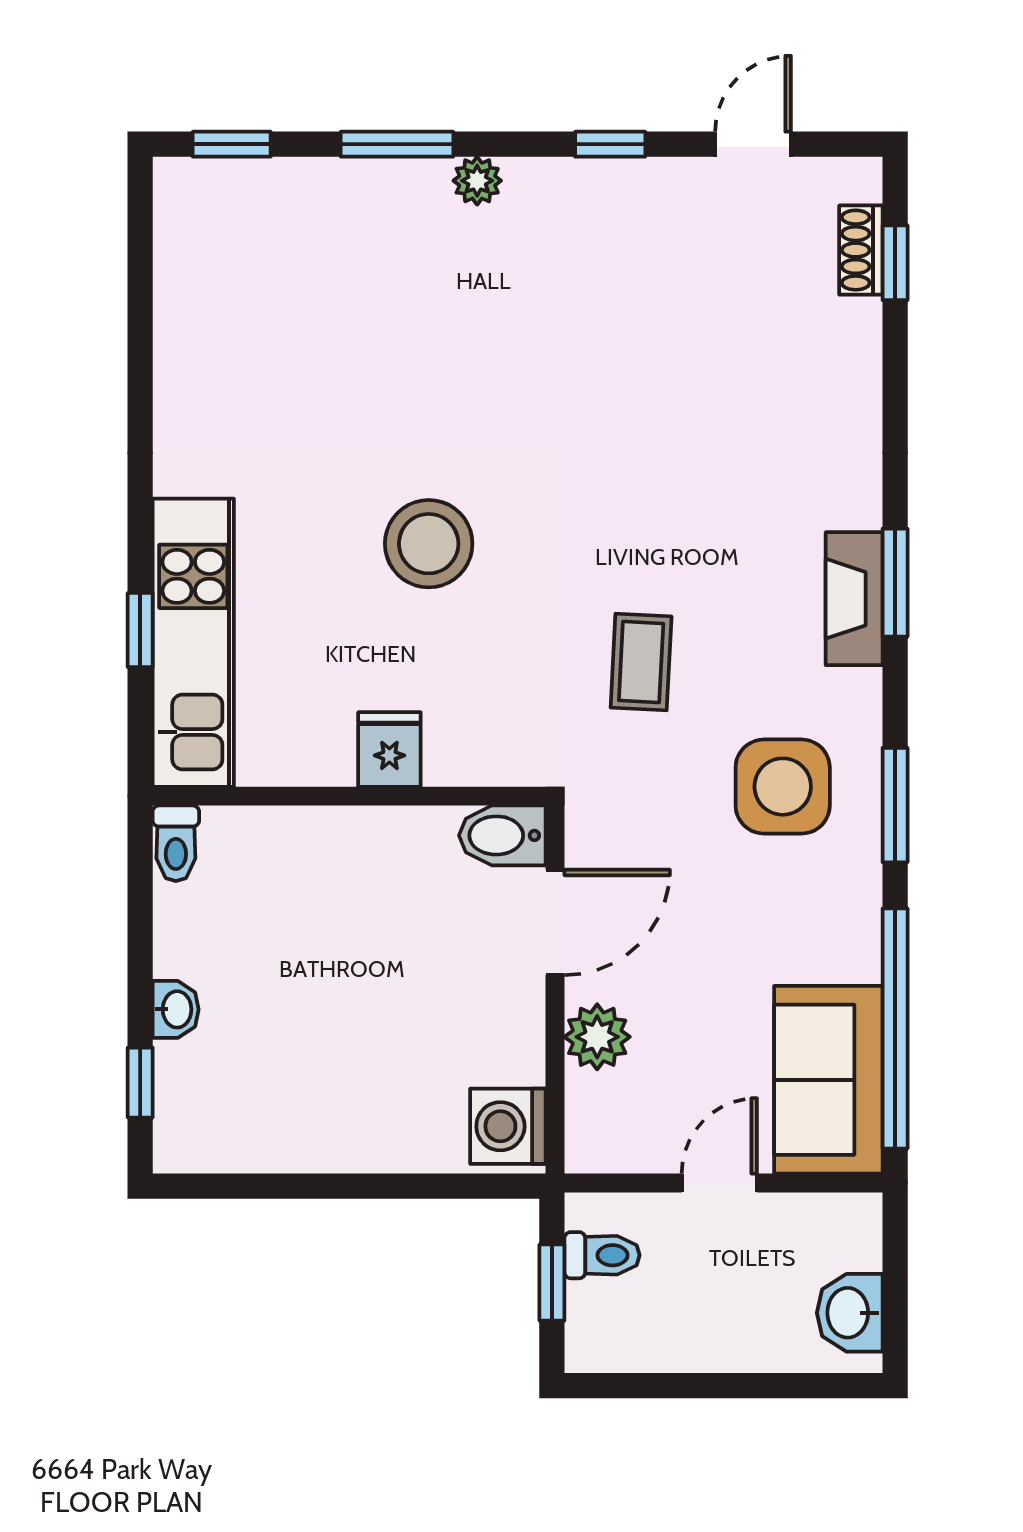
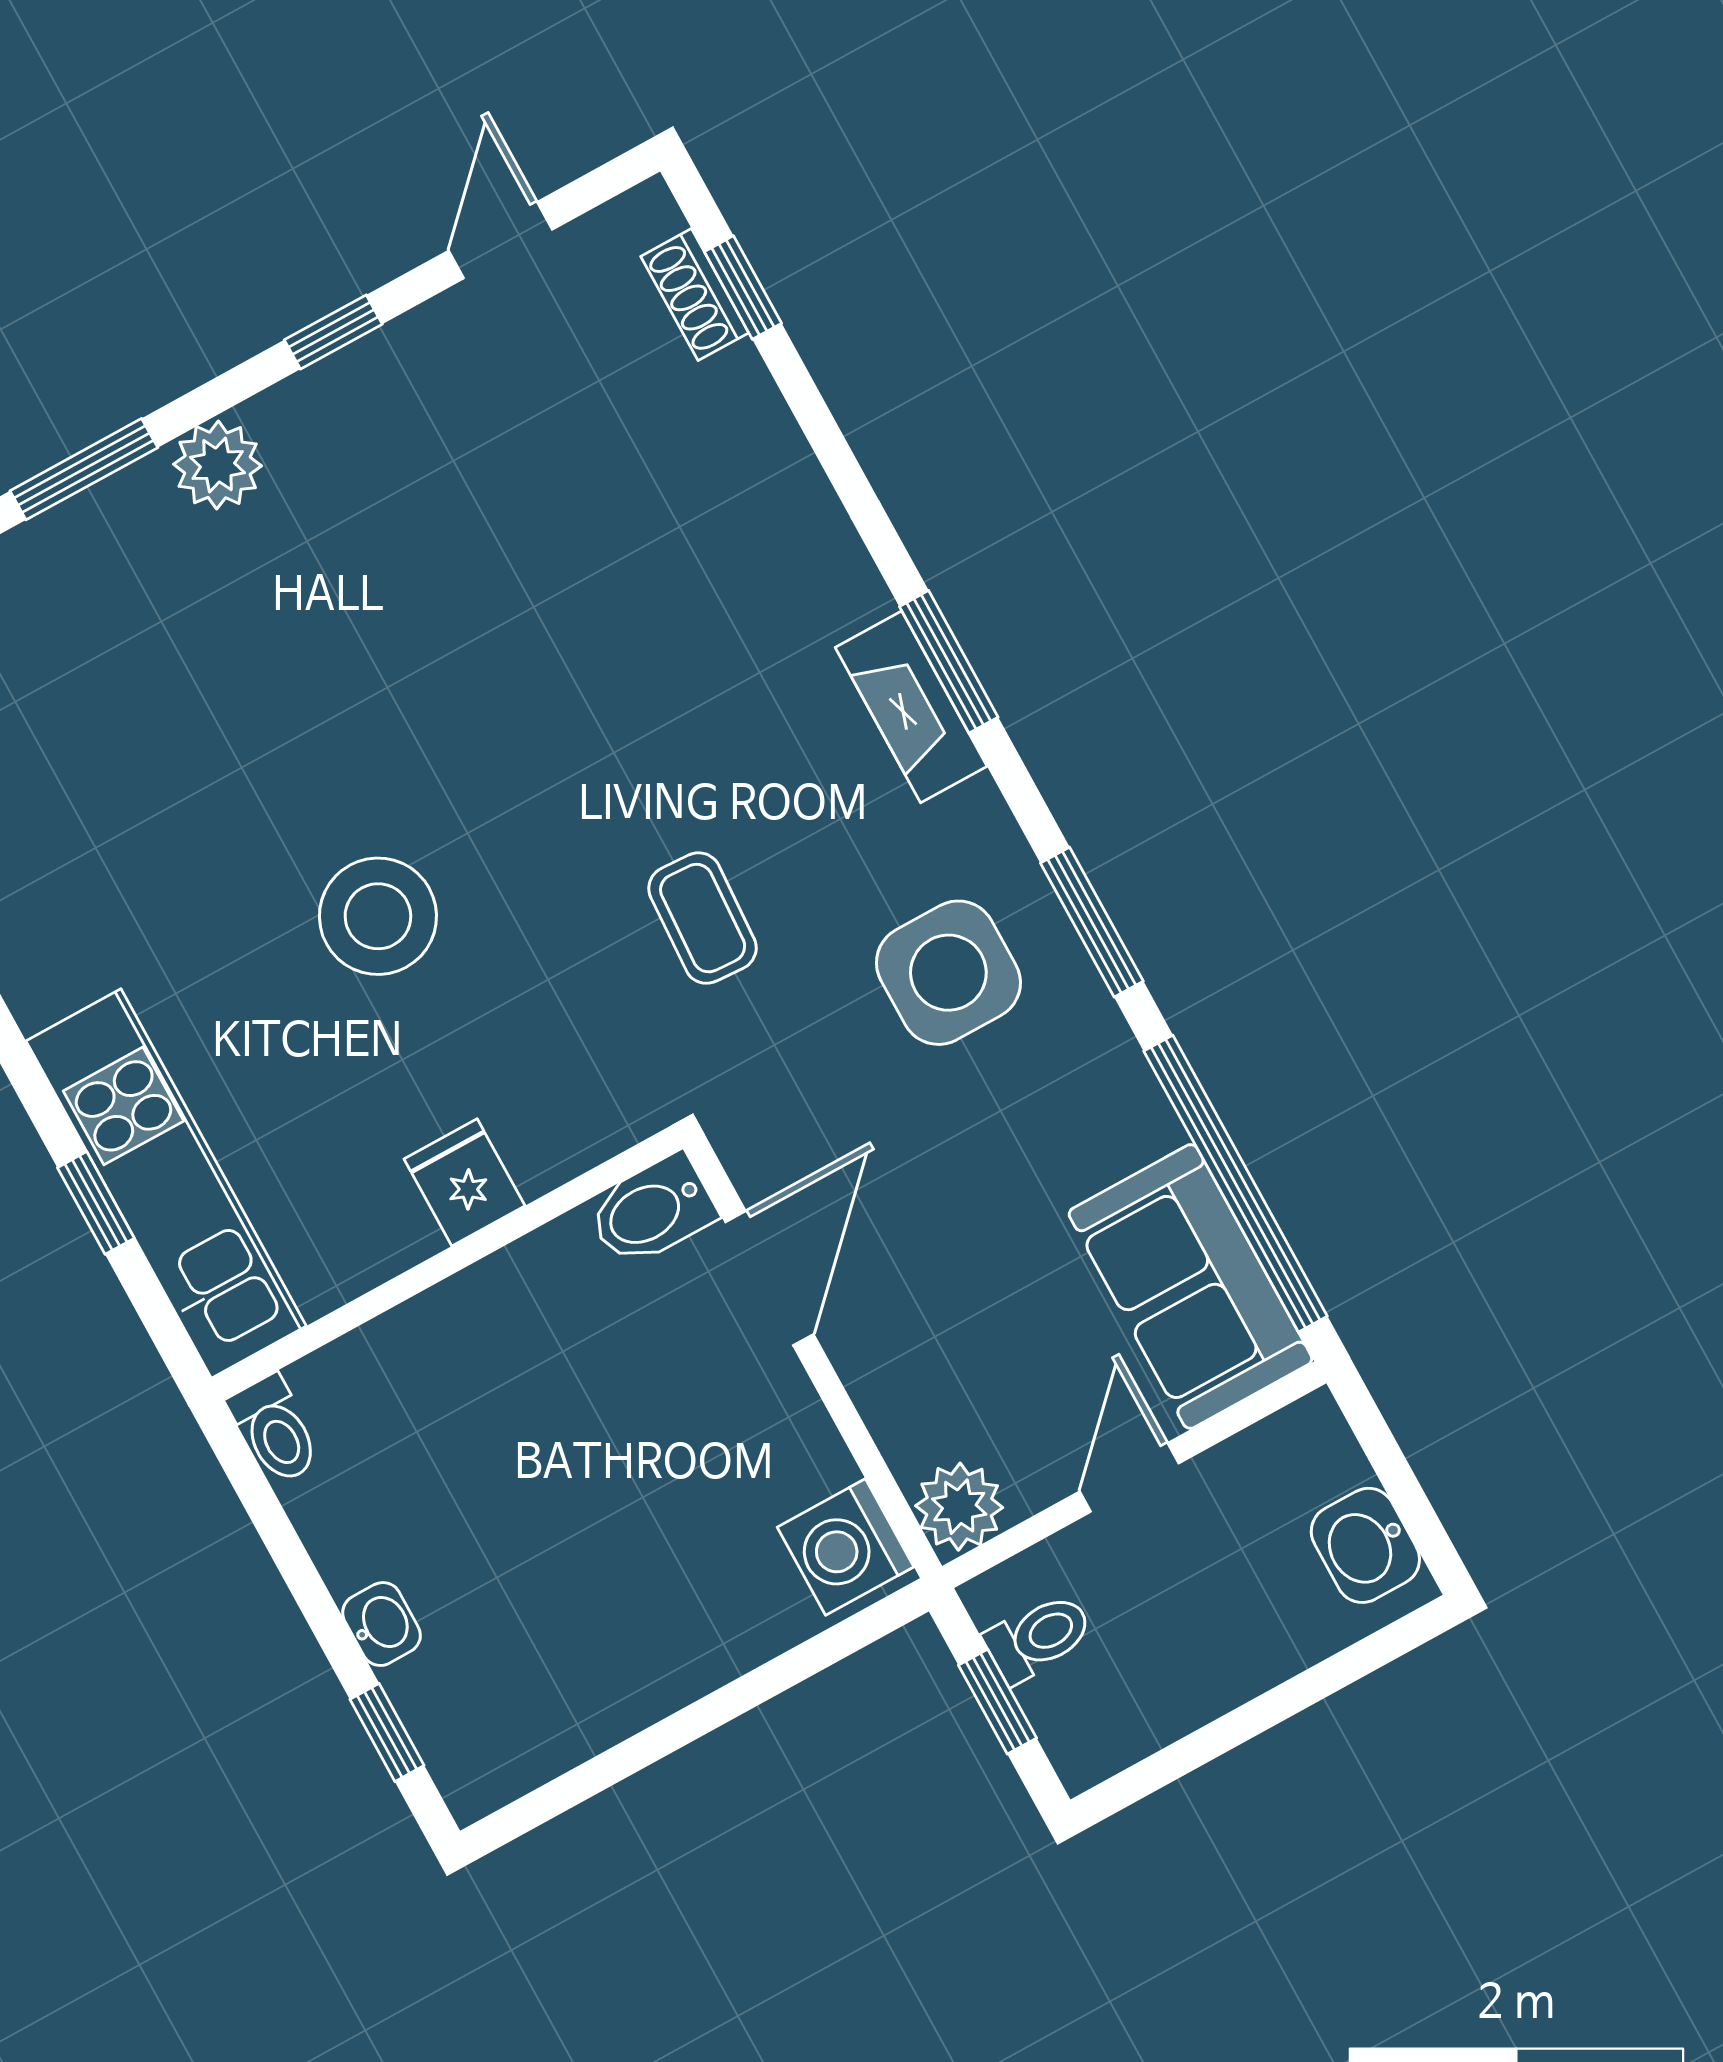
plant: (477, 181) -> (218, 465), width x1.38, depth x1.38
plant: (597, 1037) -> (959, 1507), moved

